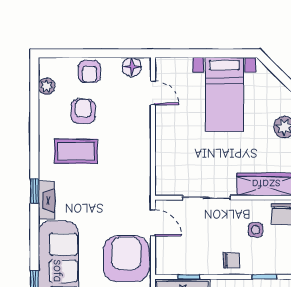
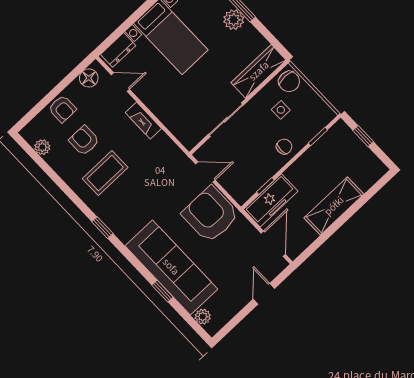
dresser: (174, 67) -> (118, 50), added
fireplace: (46, 200) -> (143, 121), moved, turned 180

